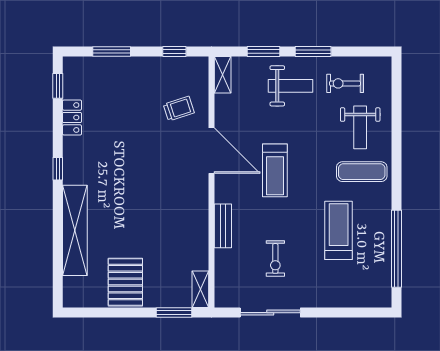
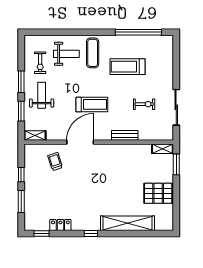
window: (174, 52) -> (21, 175), moved

